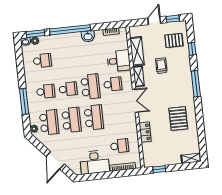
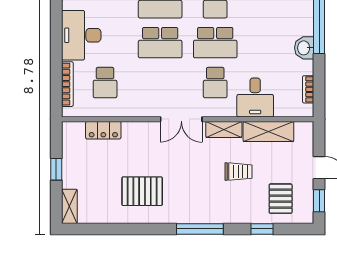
locker: (145, 132) -> (103, 130), moved
window: (159, 169) -> (56, 169), moved

